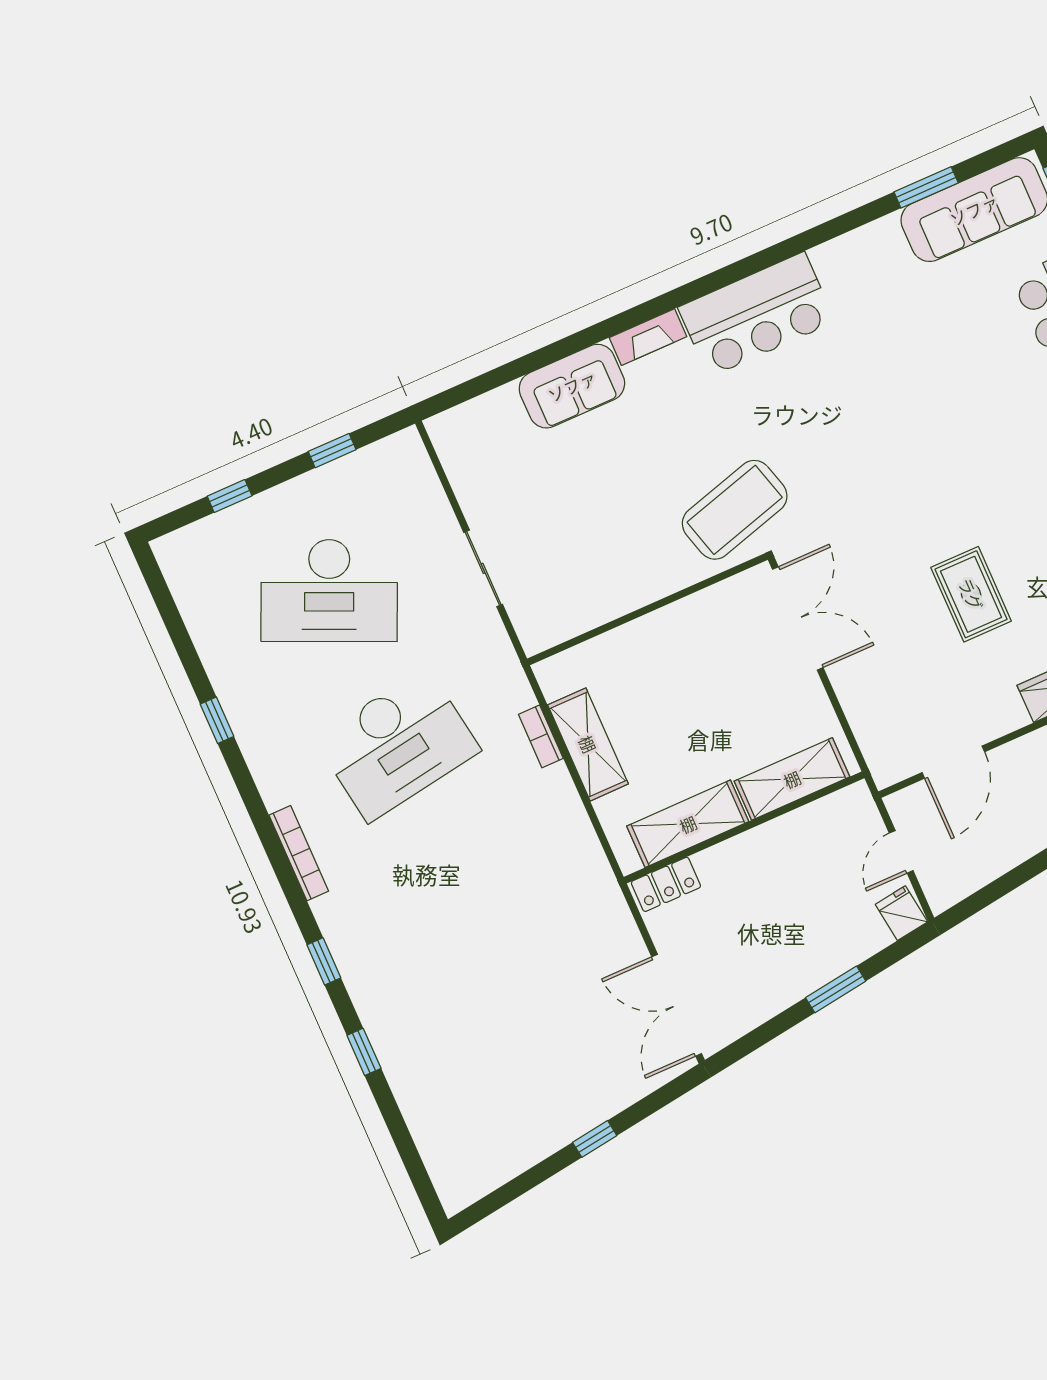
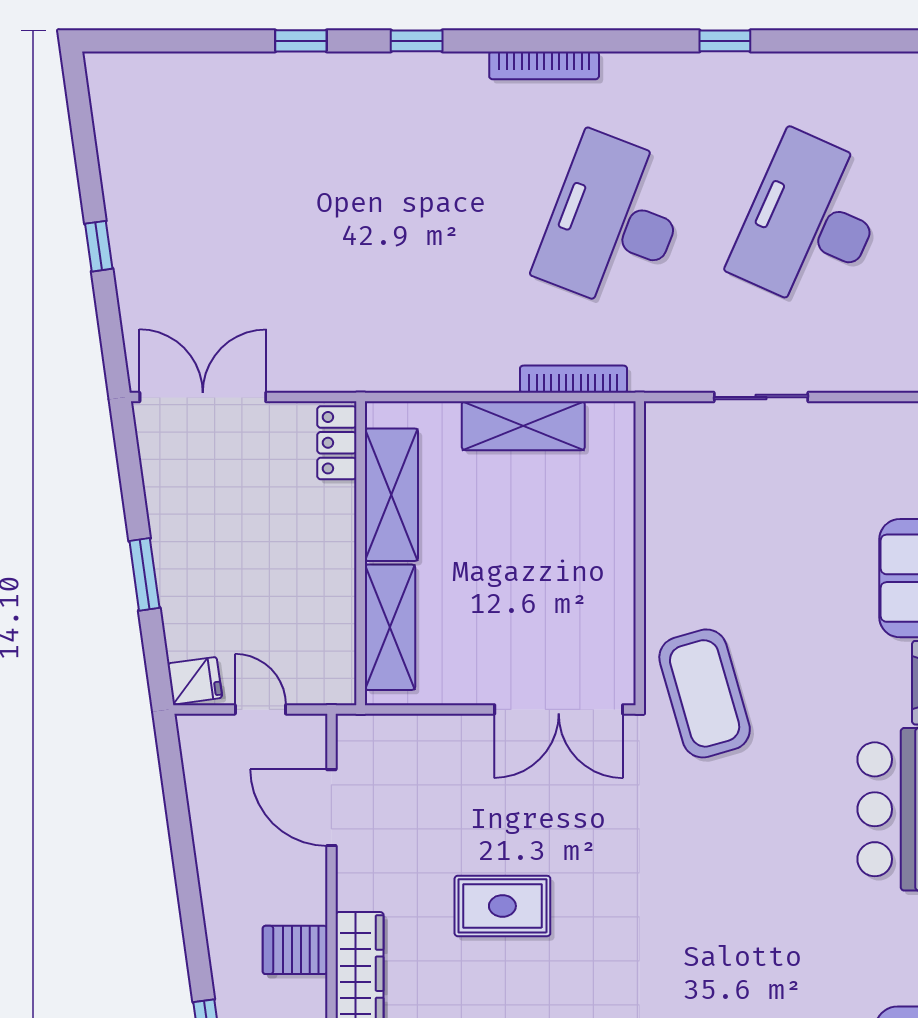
bookcase: (541, 736) -> (573, 379), width x1.56
desk: (397, 745) -> (613, 222), turned 30

